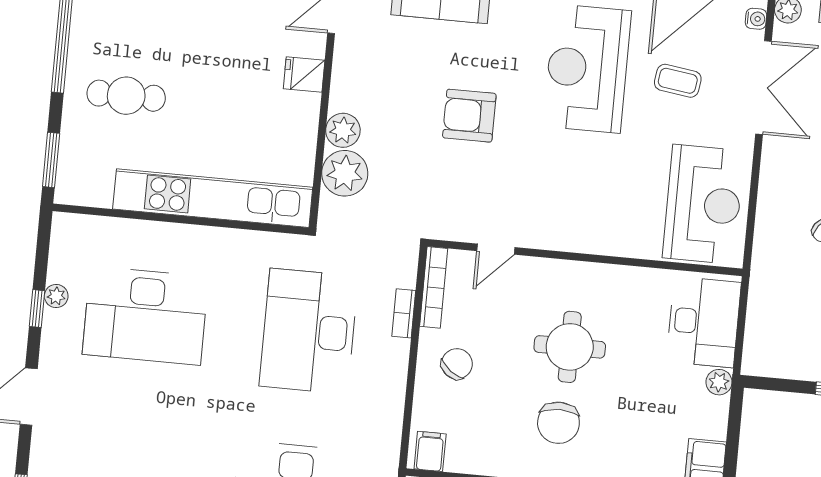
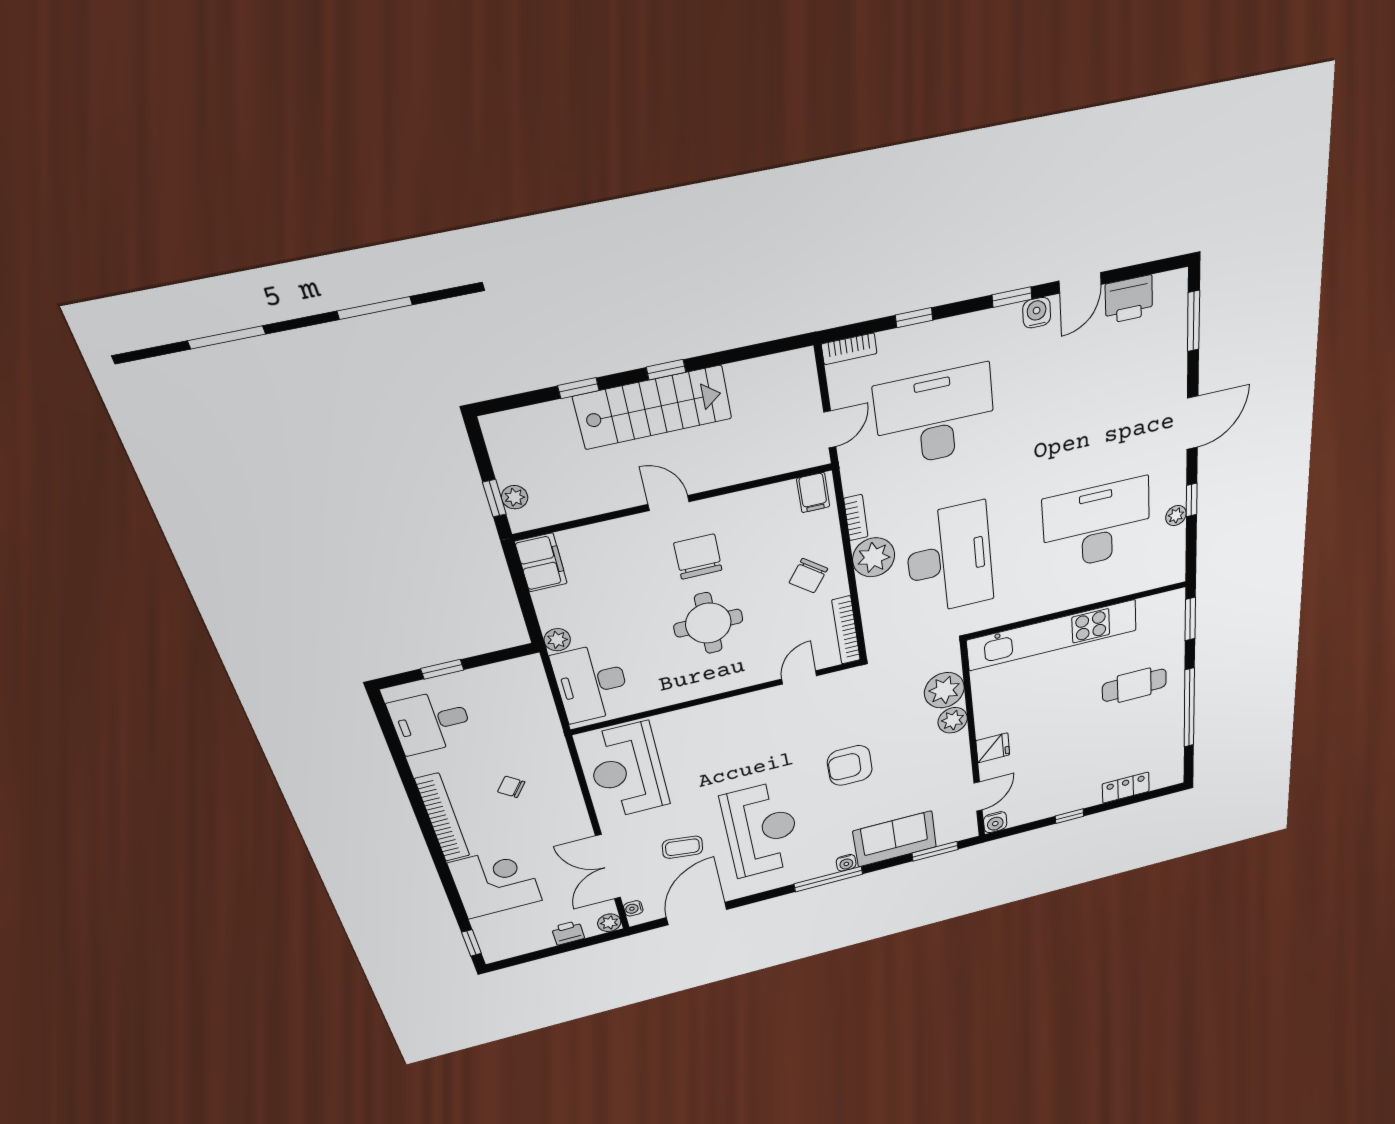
armchair: (469, 116) -> (850, 766), turned 180
bookcase: (404, 313) -> (856, 518), moved
plant: (387, 361) -> (874, 557), added

